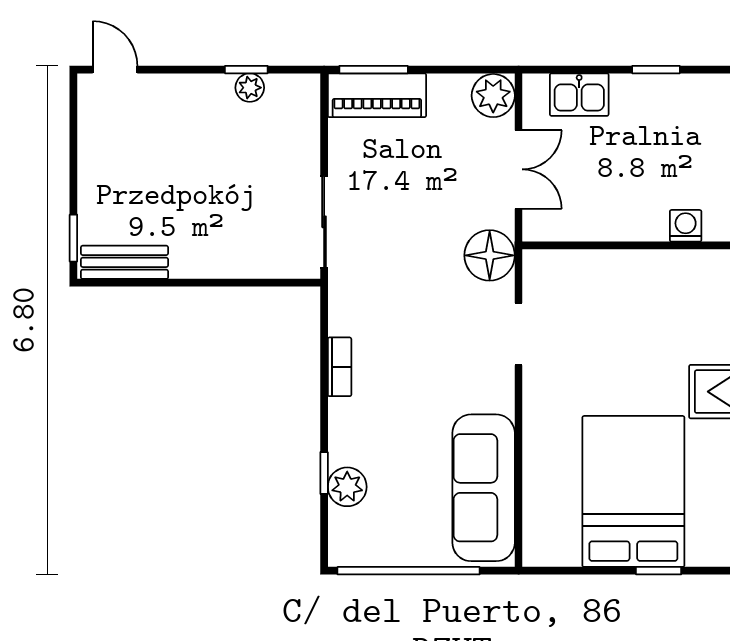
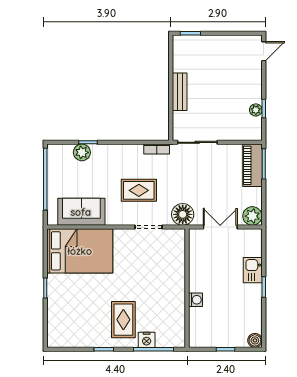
kitchen sink: (579, 95) -> (253, 270), moved
double door: (519, 169) -> (220, 227), swing flipped
bench: (124, 262) -> (180, 92), moved
rug: (434, 356) -> (139, 190), added
bookcase: (340, 367) -> (157, 149), moved
sofa: (484, 488) -> (81, 212), width x0.73
bed: (633, 491) -> (80, 251), moved

